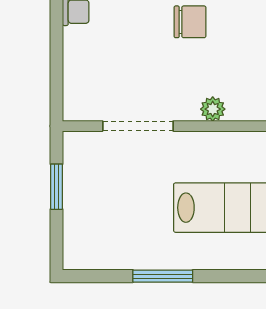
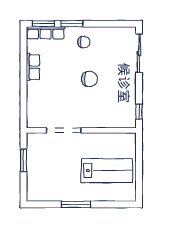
plant: (213, 109) -> (101, 122), removed

